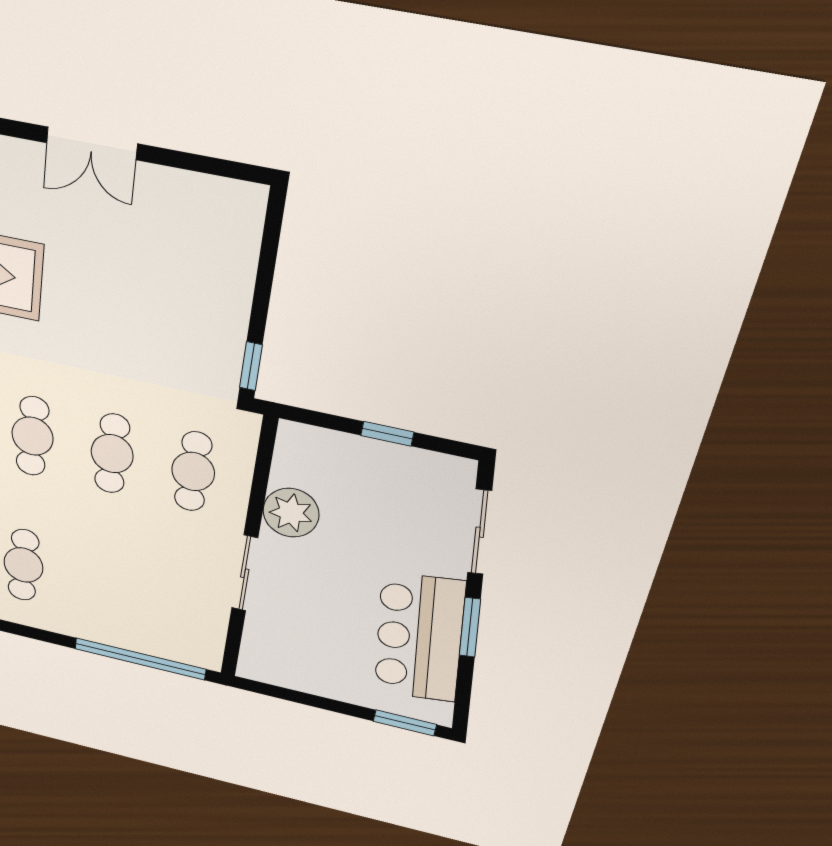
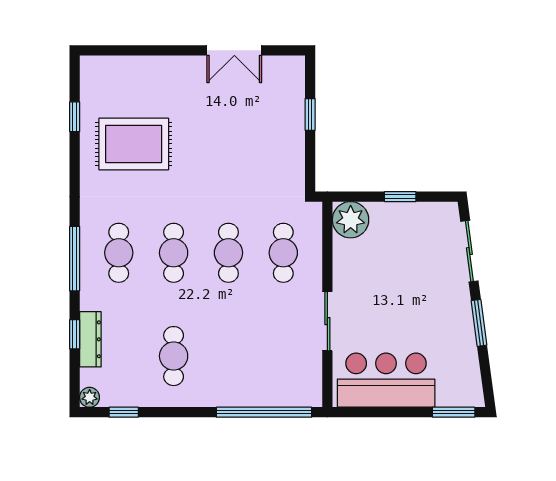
double door: (92, 143) -> (234, 50), moved
window: (251, 366) -> (310, 114), moved
plant: (291, 513) -> (351, 220), moved
bar counter: (419, 638) -> (386, 380), moved, turned 98

